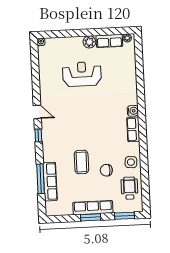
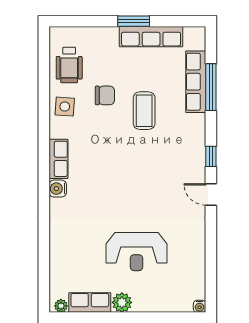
row of seats: (93, 208) -> (151, 37), moved
window: (125, 216) -> (79, 21), removed

